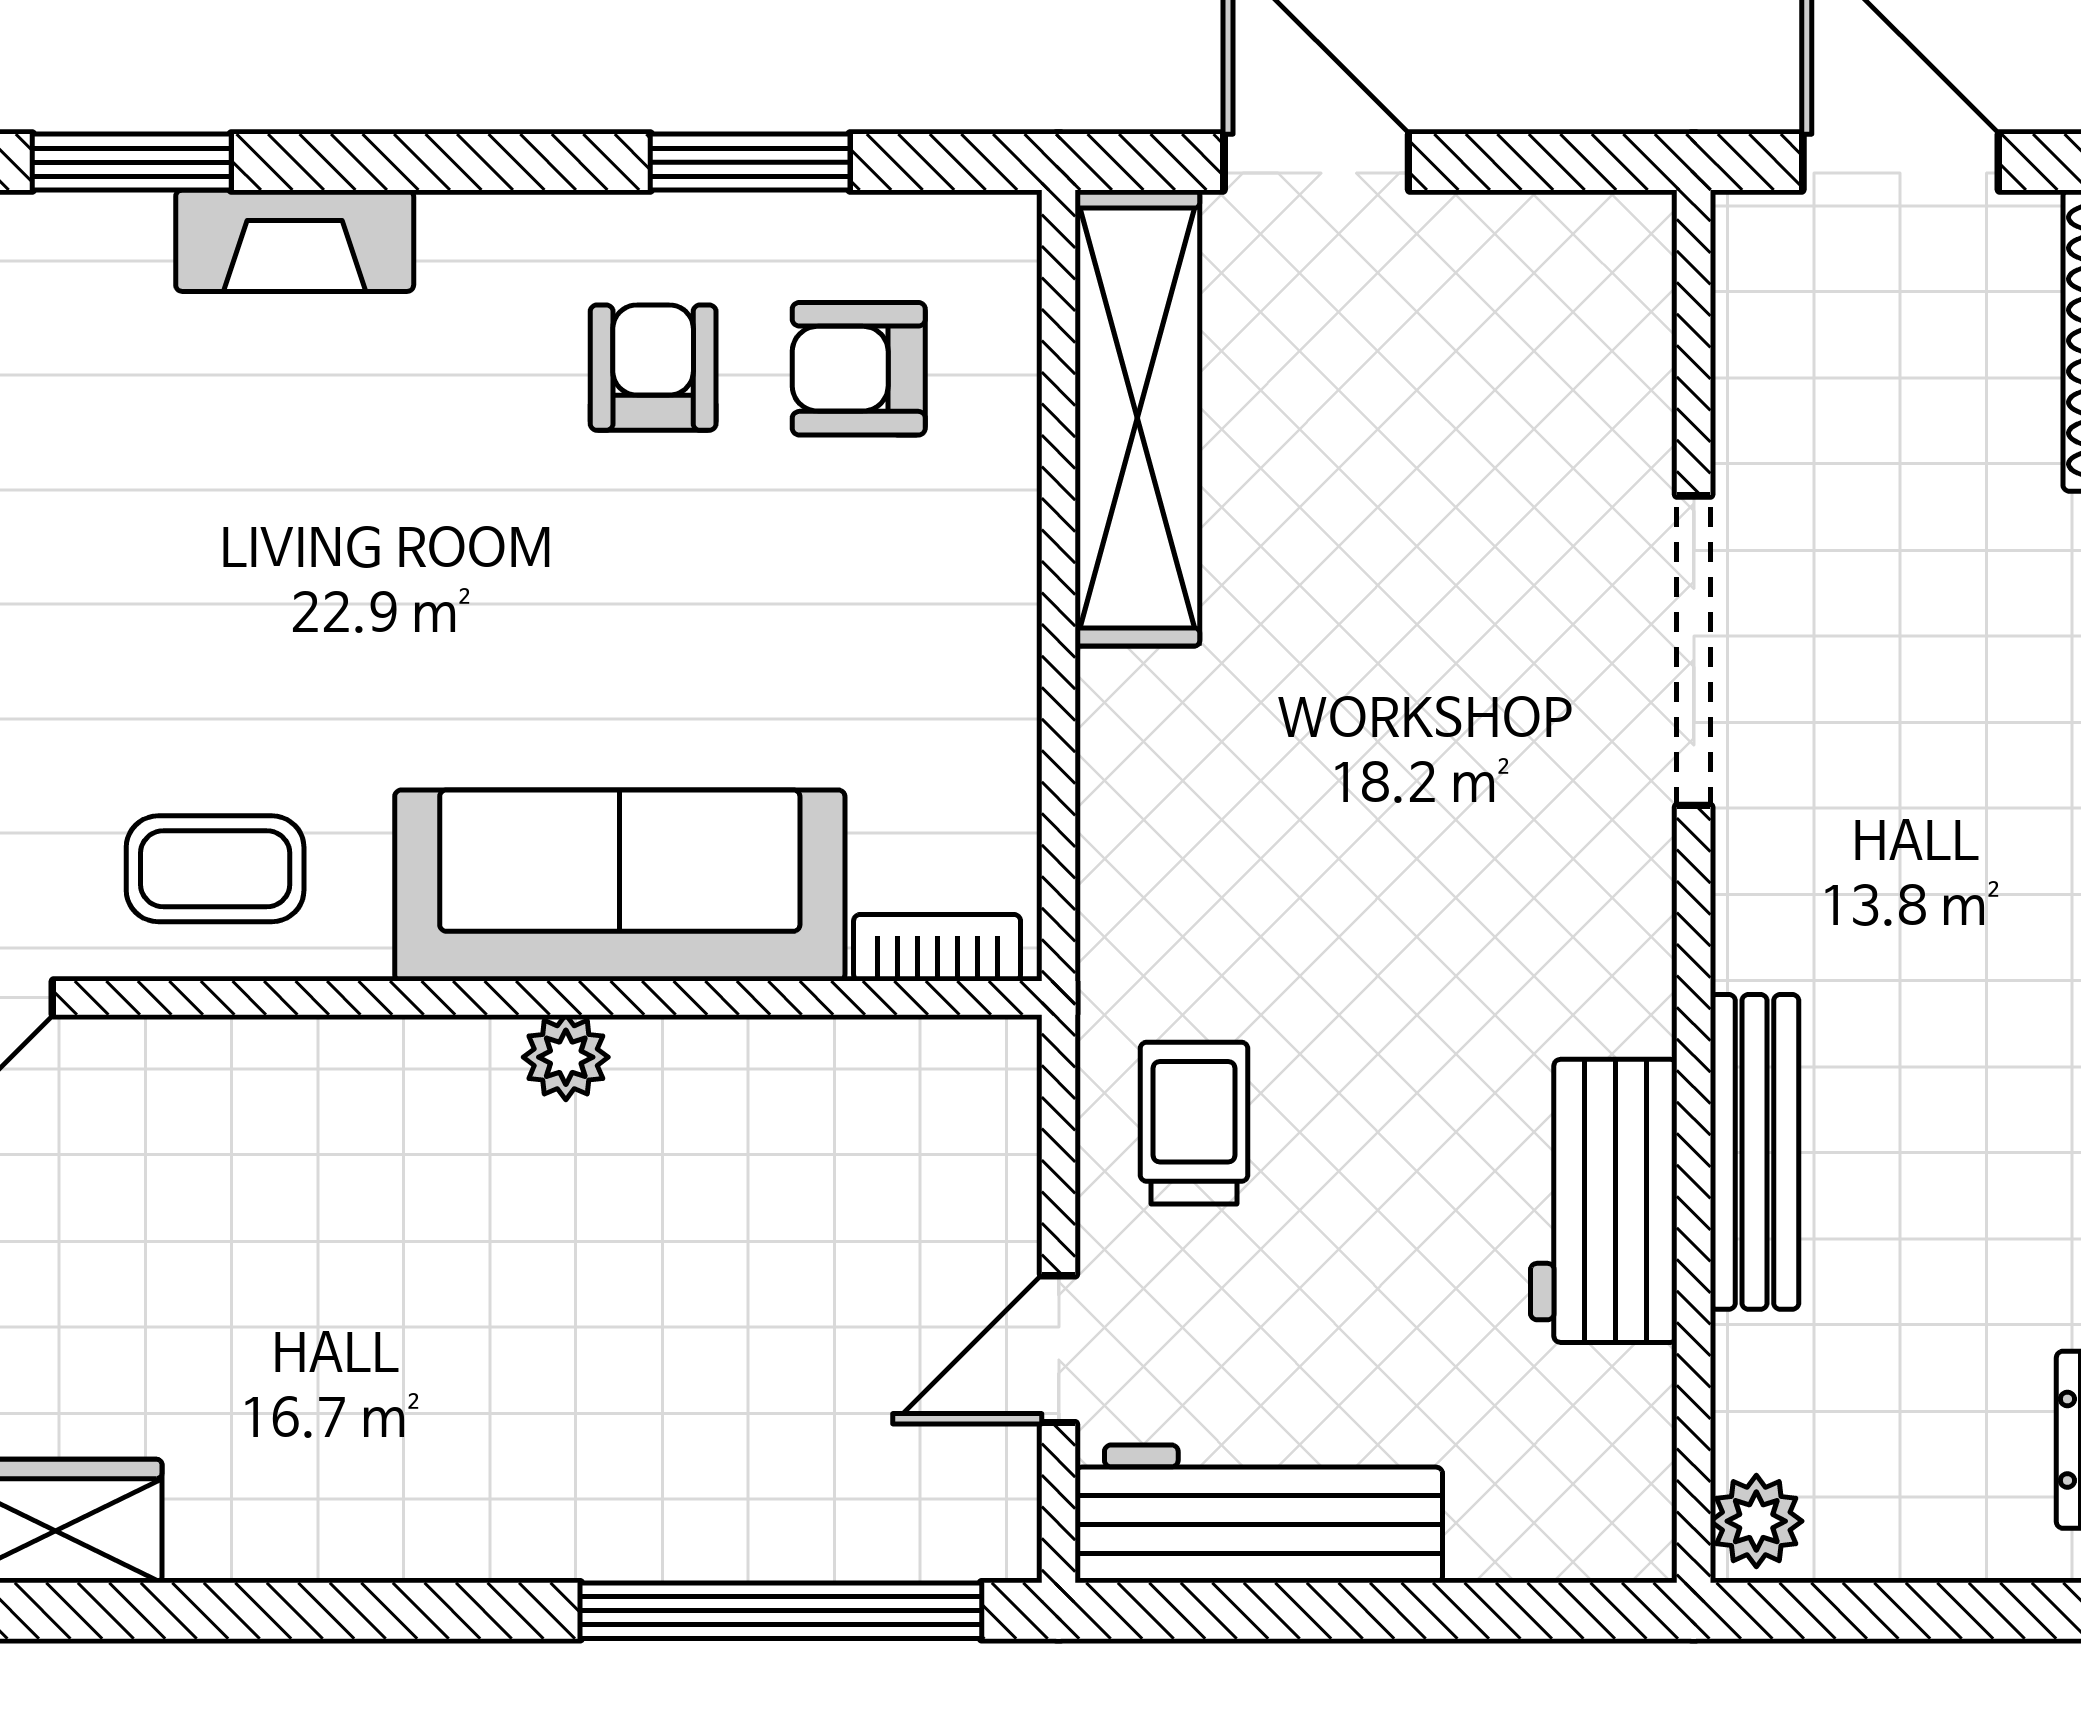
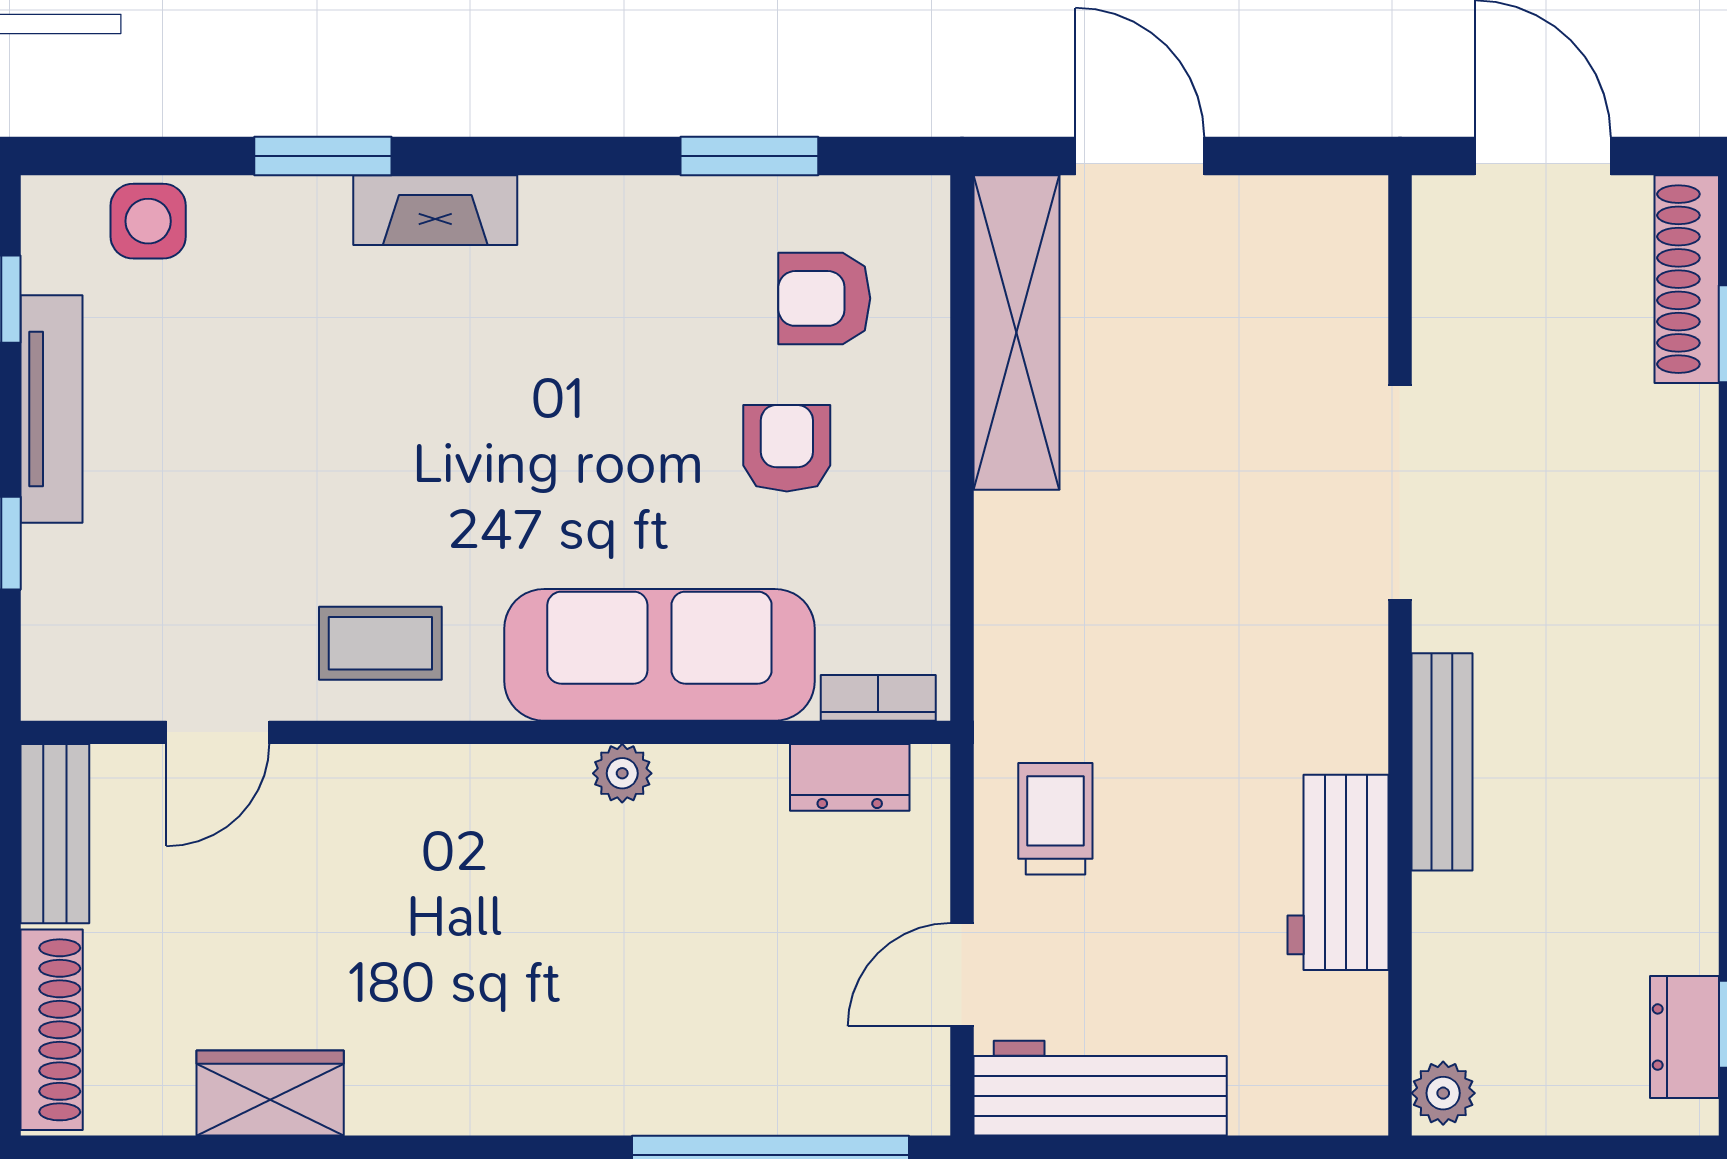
armchair: (653, 368) -> (787, 448), moved
dresser: (896, 1063) -> (850, 777), added
bench: (1755, 1152) -> (1442, 762), moved

